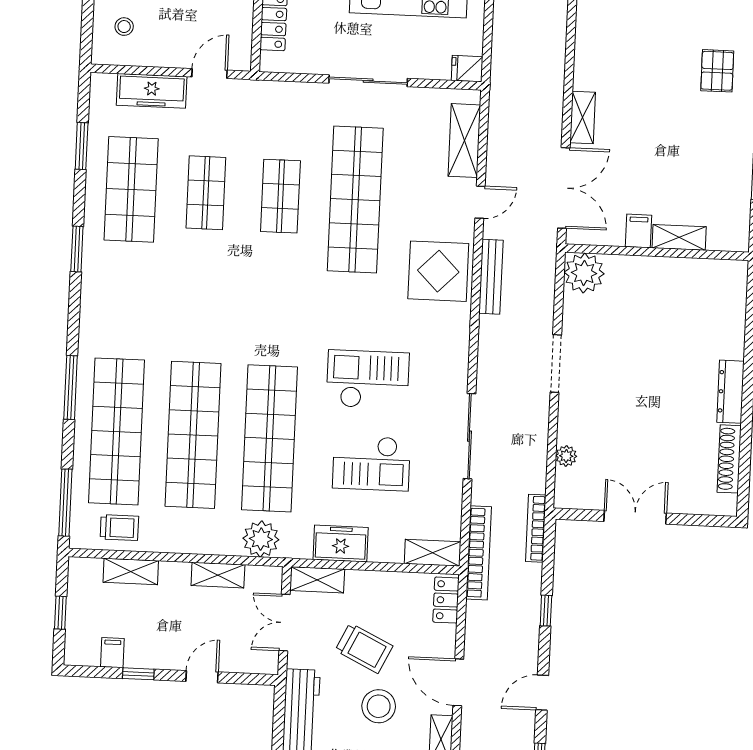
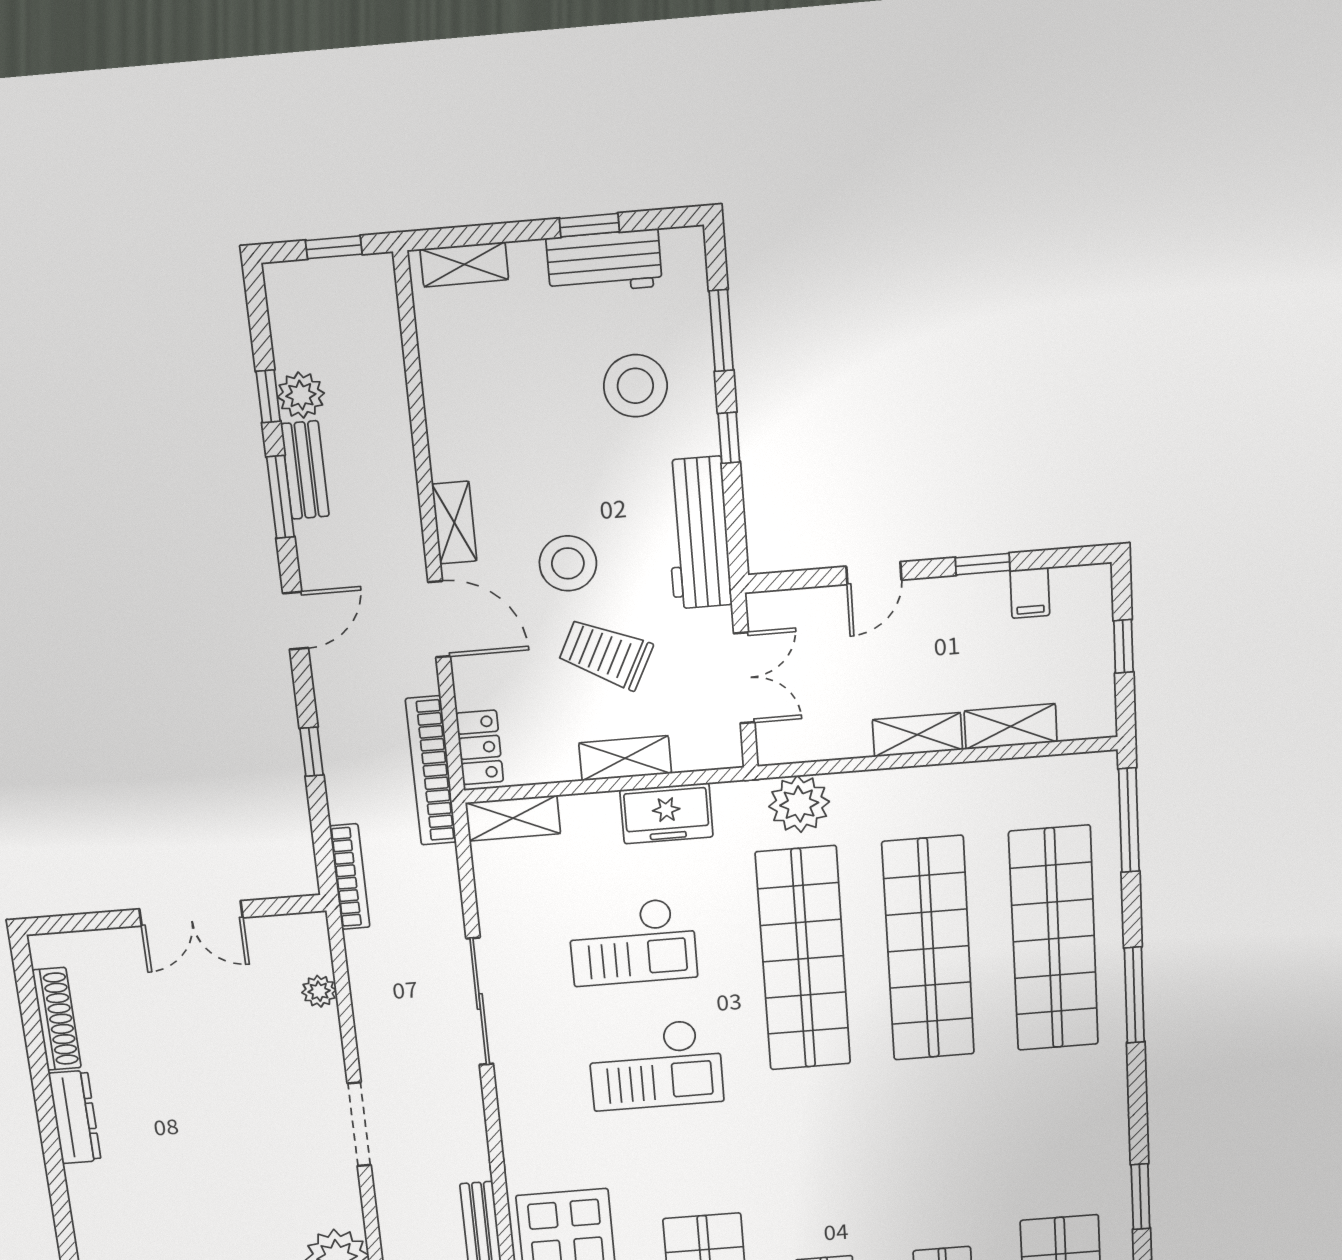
checkout: (371, 463) -> (633, 942), turned 180
trolley: (119, 528) -> (1036, 793), removed
bookcase: (479, 553) -> (431, 771), moved
shelving: (218, 575) -> (917, 735), moved
shelving: (317, 580) -> (625, 758), moved

